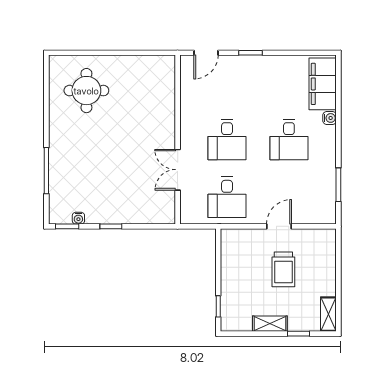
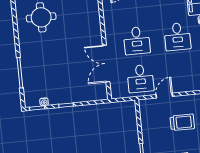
double door: (178, 170) -> (106, 64), width x1.37
door: (279, 226) -> (164, 96), moved
trolley: (283, 269) -> (182, 122), turned -90

